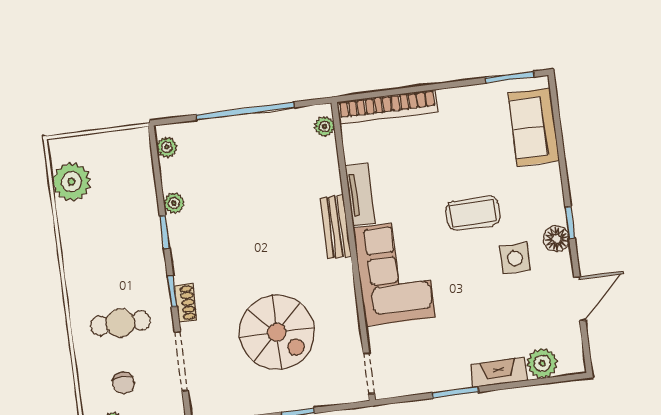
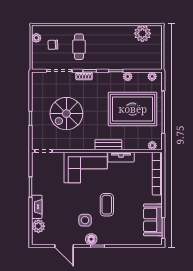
sofa: (534, 127) -> (153, 220), moved, turned -90
rug: (247, 182) -> (133, 109), added

